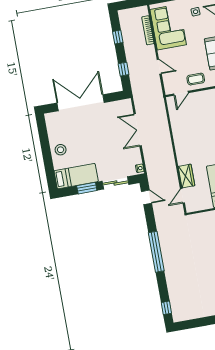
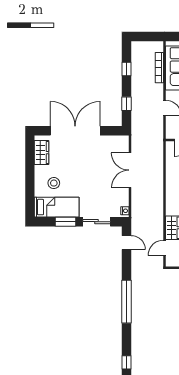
wardrobe: (53, 128) -> (42, 153), added
stool: (61, 150) -> (54, 183), moved

